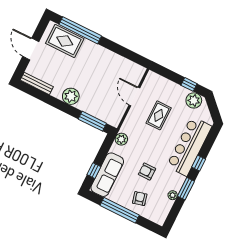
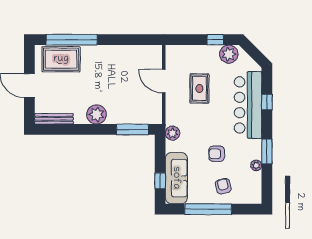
window: (199, 163) -> (267, 102), moved

